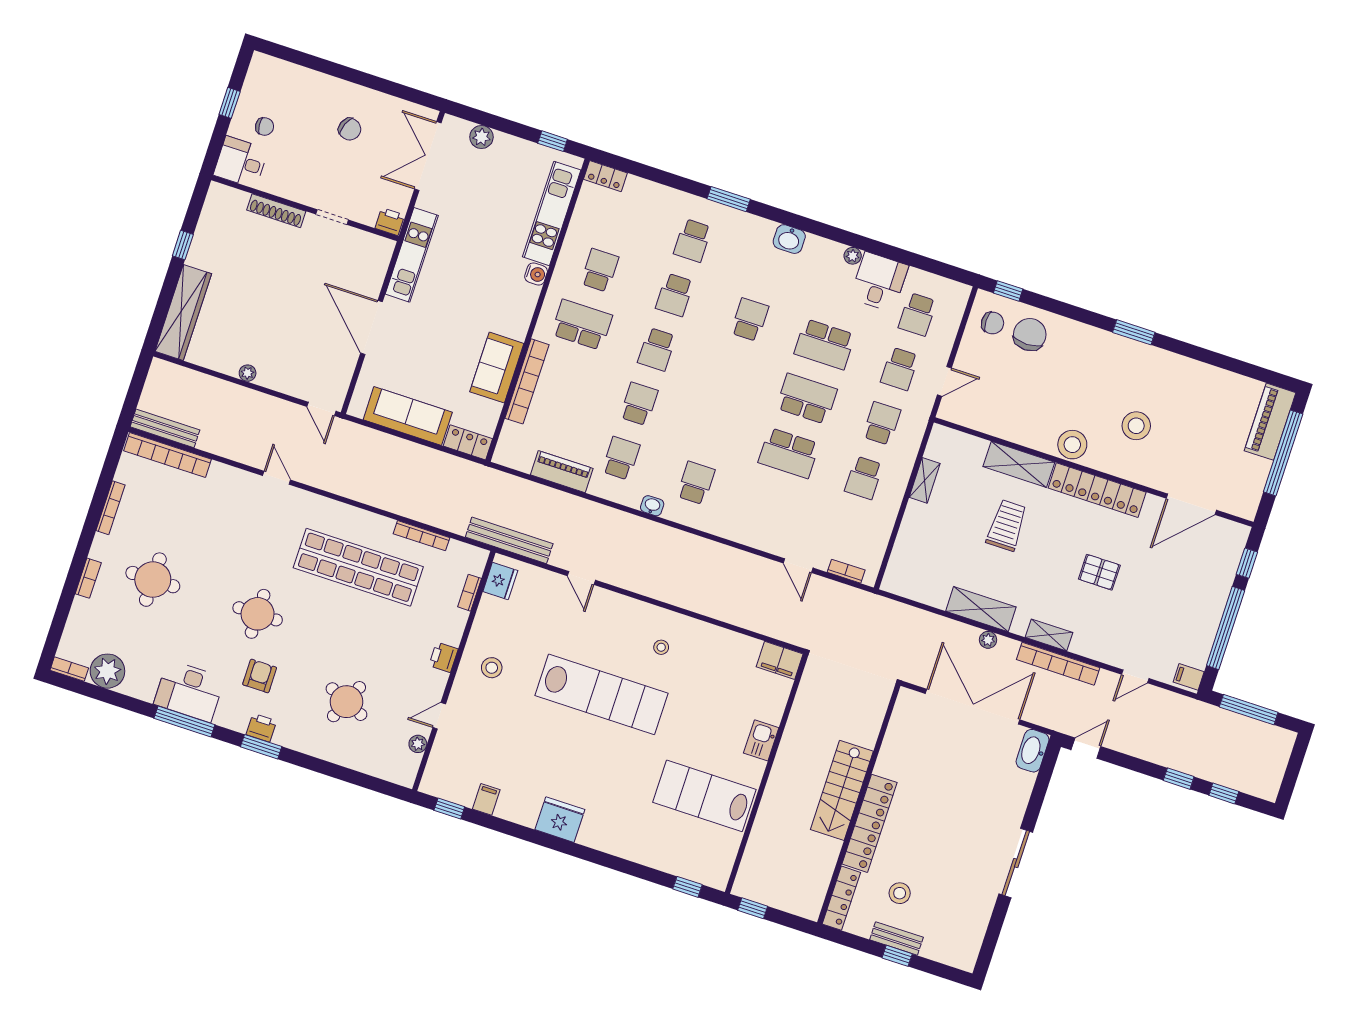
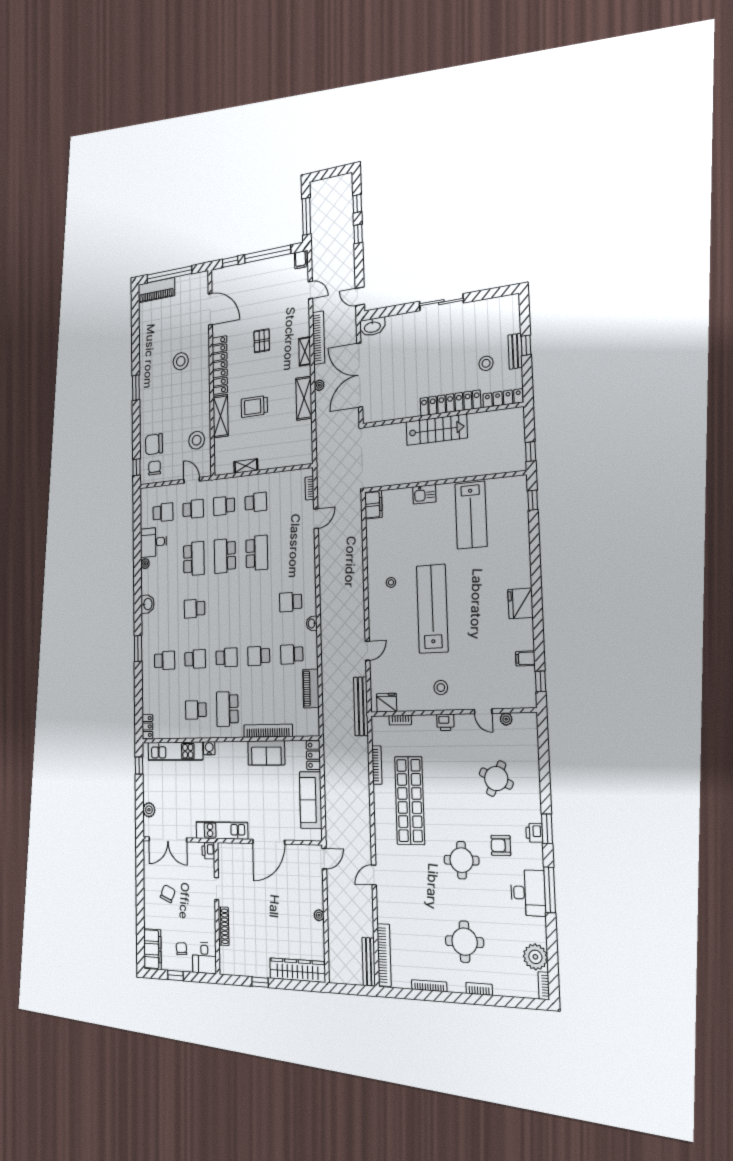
filing cabinet: (278, 74) -> (152, 949), added
stool: (1072, 445) -> (197, 440), moved

